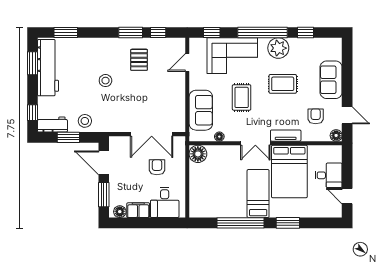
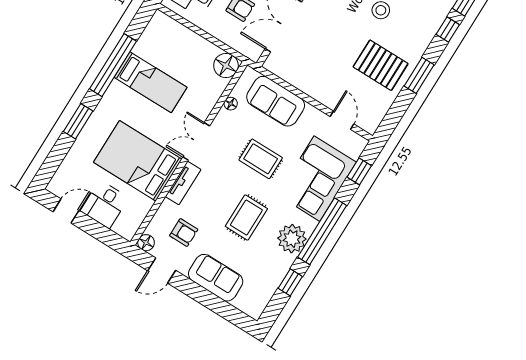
window: (158, 33) -> (448, 29), moved
pallet: (139, 60) -> (381, 65), width x1.50, depth x1.42
bed: (258, 194) -> (151, 82), moved

